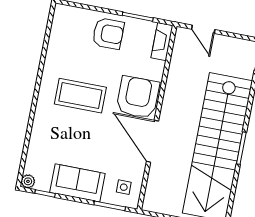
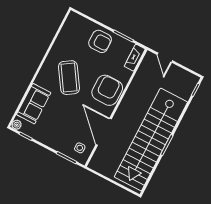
coffee table: (80, 96) -> (69, 78), turned 57
door: (152, 141) -> (104, 132), moved
sofa: (77, 183) -> (34, 104), moved, turned 90

